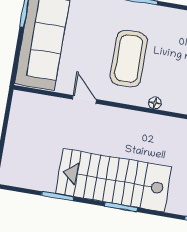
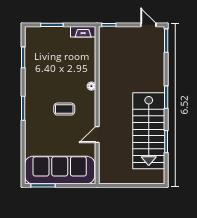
coffee table: (129, 59) -> (64, 109), width x0.54, depth x0.58
stairs: (114, 180) -> (149, 131), moved

